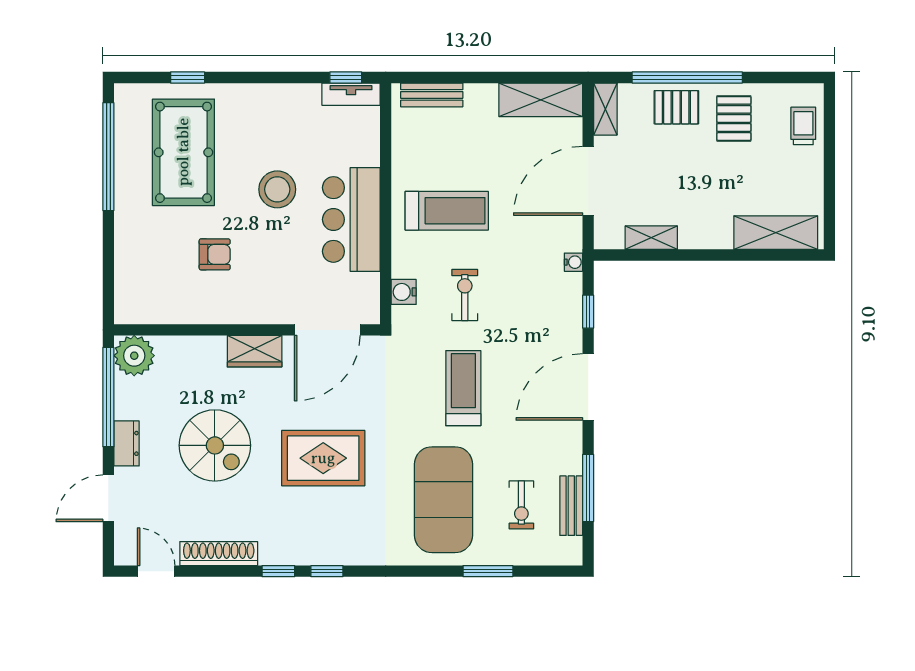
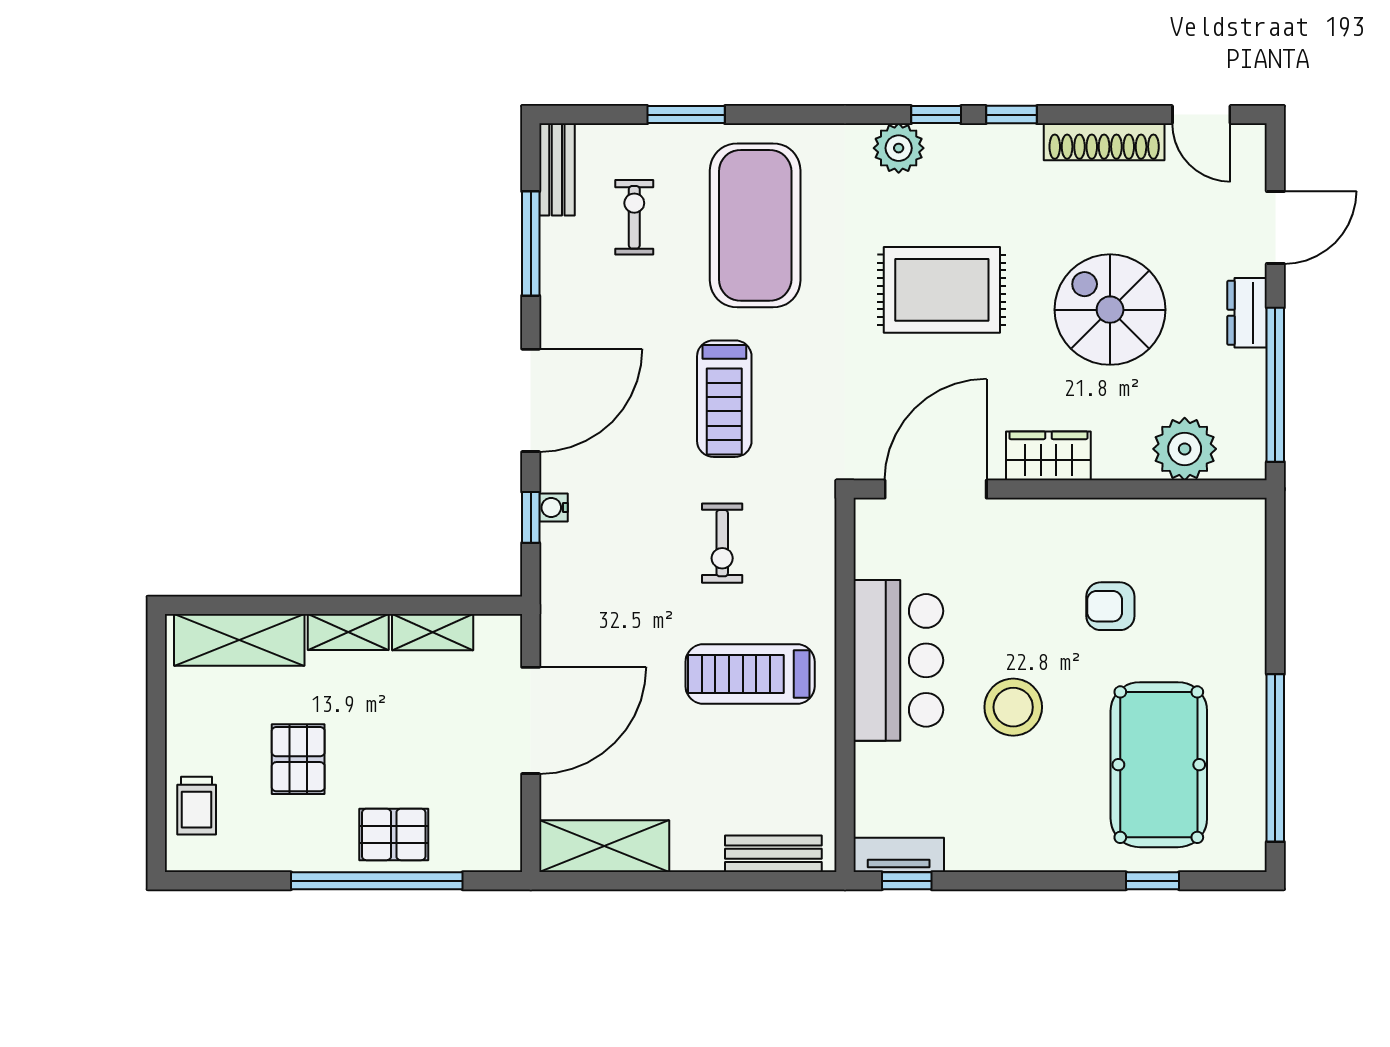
shelving: (605, 109) -> (348, 632), moved, turned 90
pallet: (734, 118) -> (298, 759), moved
water cooler: (573, 262) -> (553, 508), moved
water cooler: (404, 292) -> (817, 548), removed
plant: (134, 356) -> (1185, 449), moved
bench: (571, 506) -> (557, 169), moved
plant: (351, 550) -> (899, 148), added

